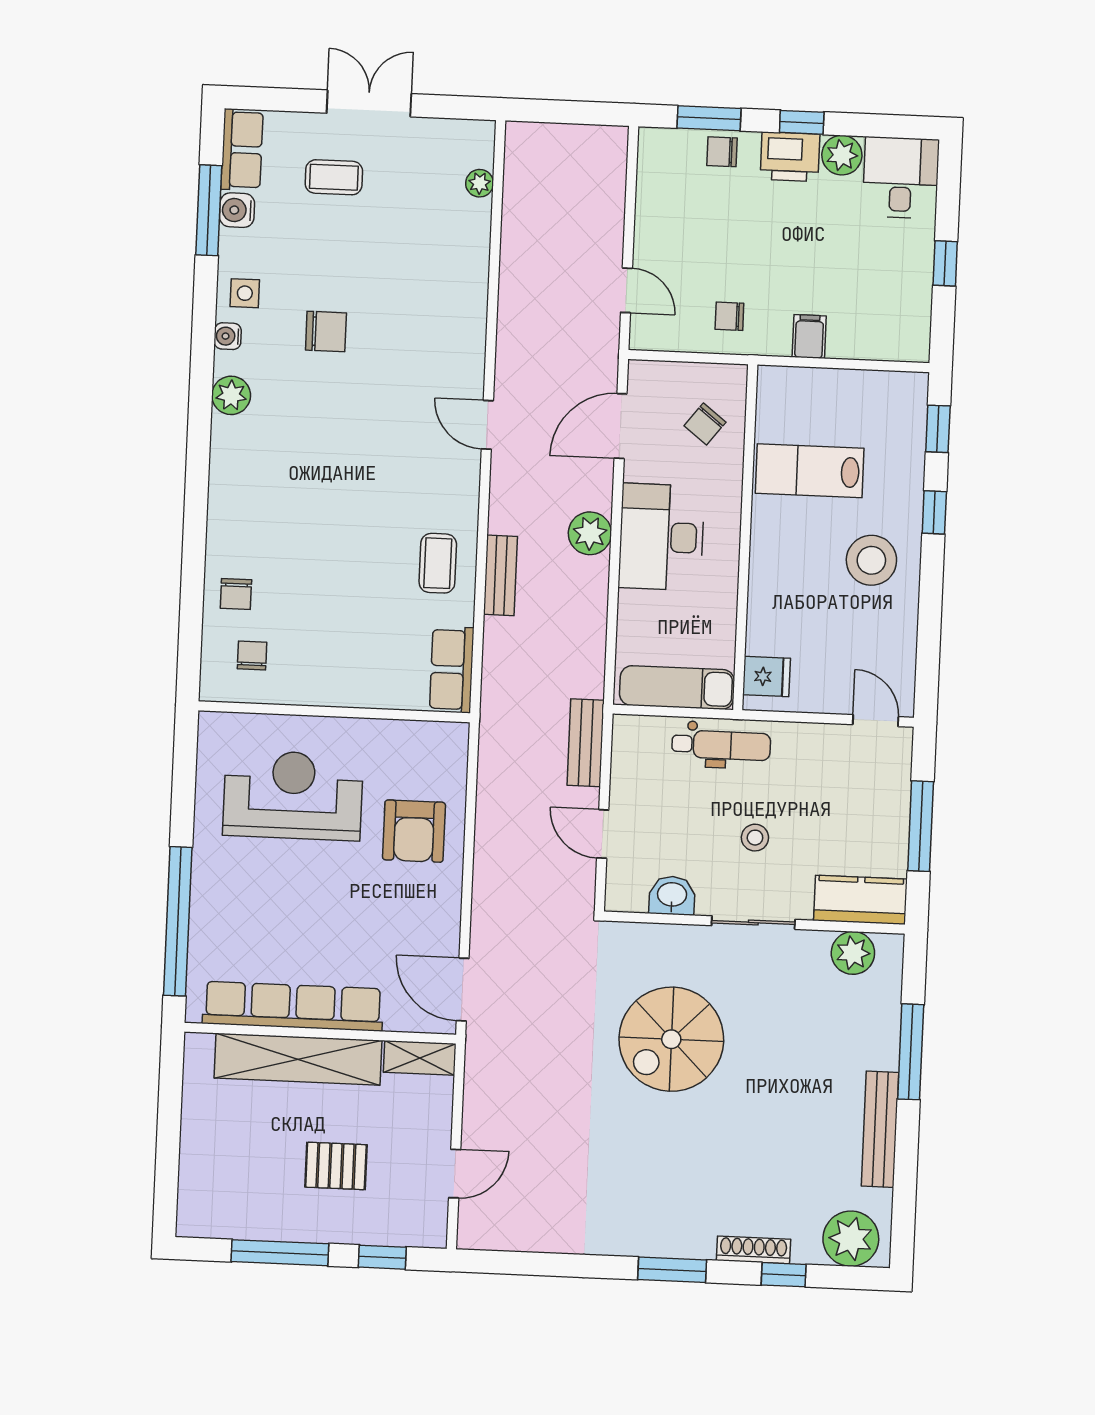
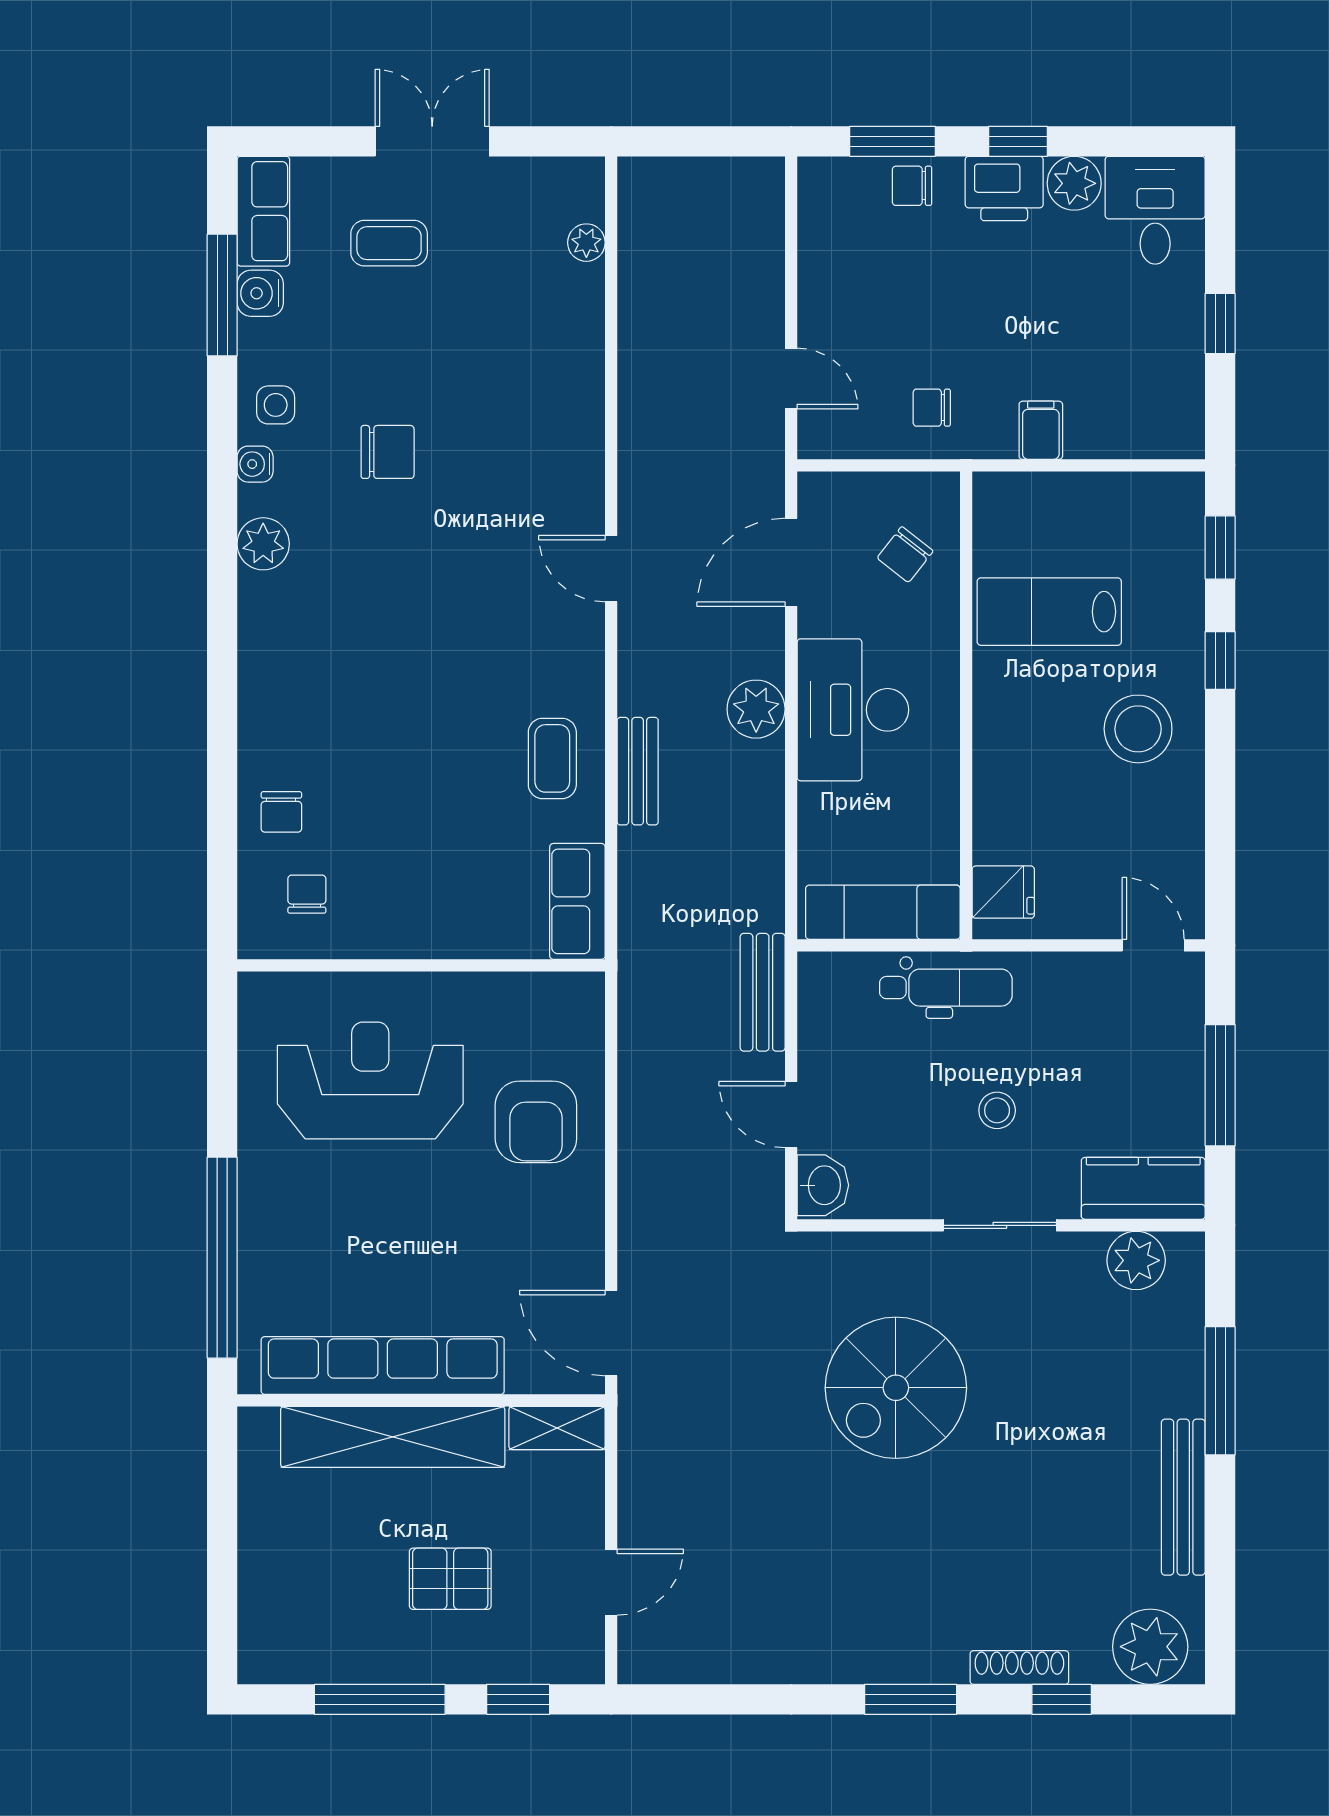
washbasin: (672, 895) -> (823, 1185), moved, turned 90

